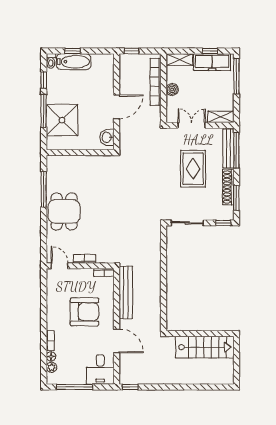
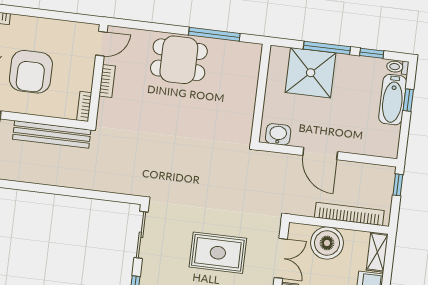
boiler: (172, 90) -> (327, 243), width x1.86, depth x1.86

